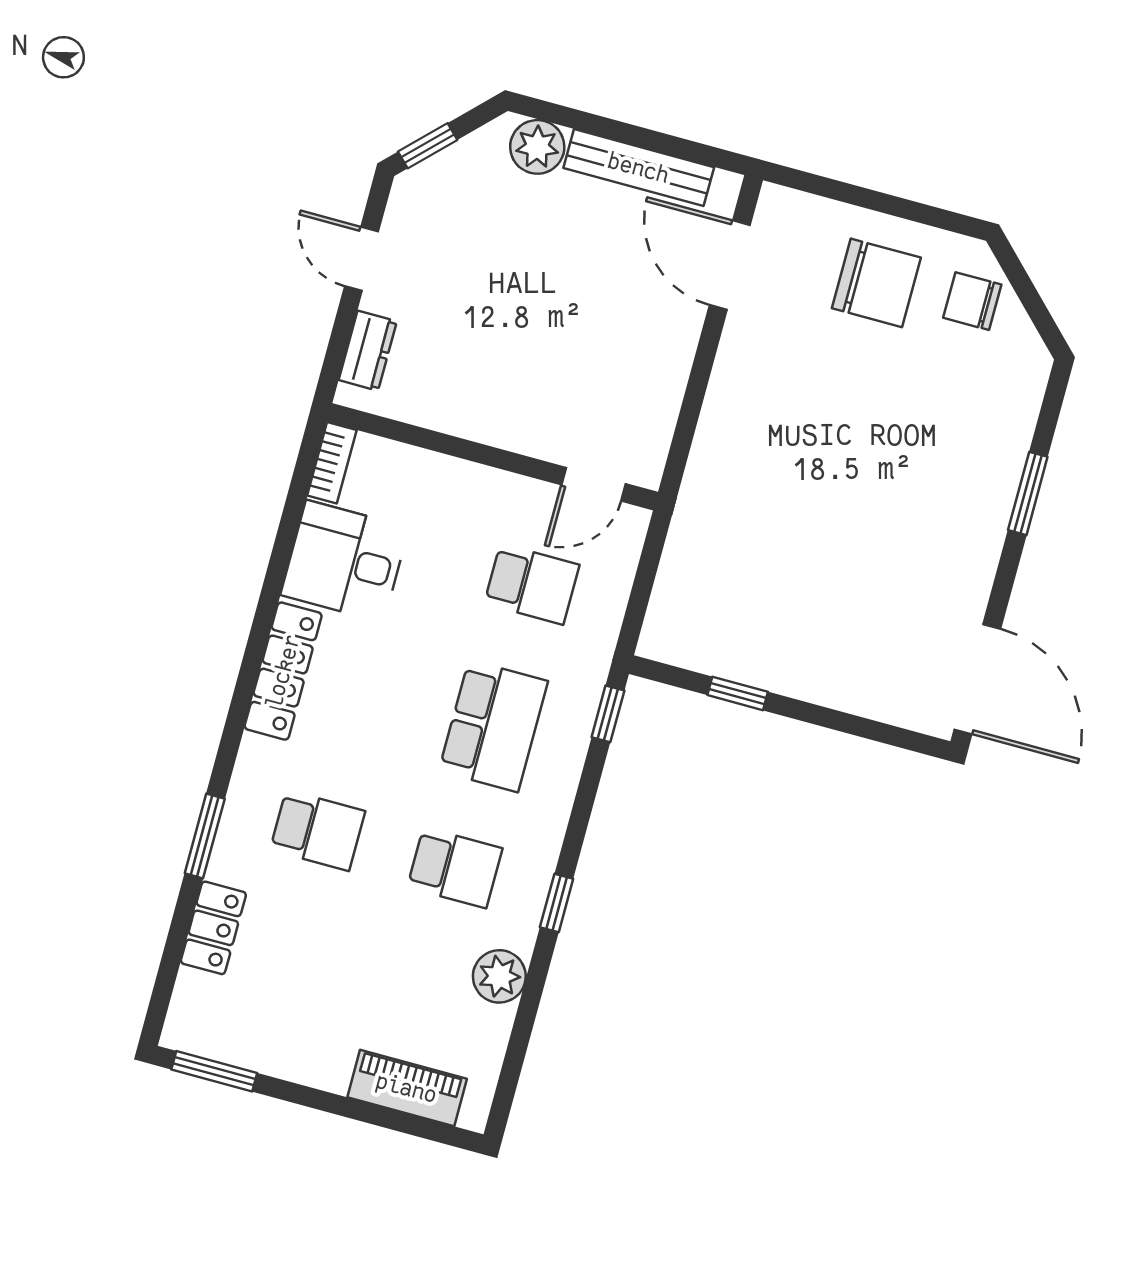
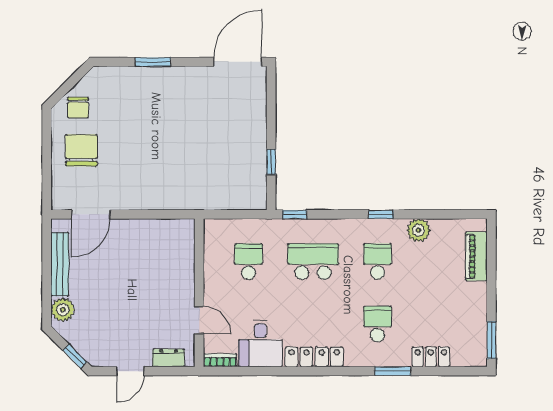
door: (593, 484) -> (199, 320), moved

